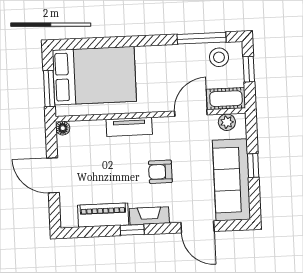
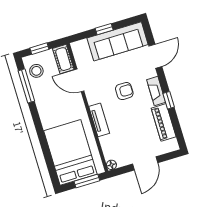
plant: (227, 122) -> (79, 54), removed
armchair: (160, 172) -> (124, 91), turned -90

